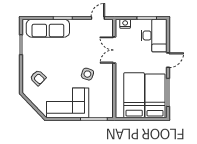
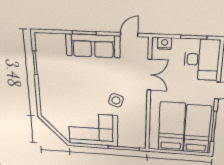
sofa: (48, 28) -> (93, 46), moved
double door: (114, 50) -> (149, 75), swing flipped
armchair: (38, 78) -> (58, 101), removed

